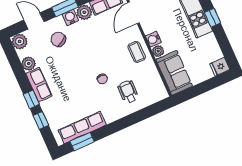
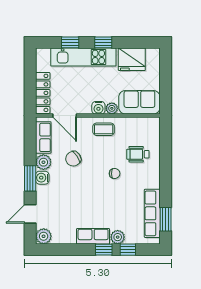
chair: (58, 39) -> (73, 159), moved
plant: (29, 63) -> (118, 237), moved
fridge: (220, 67) -> (132, 59), moved, width x1.88, depth x1.34

